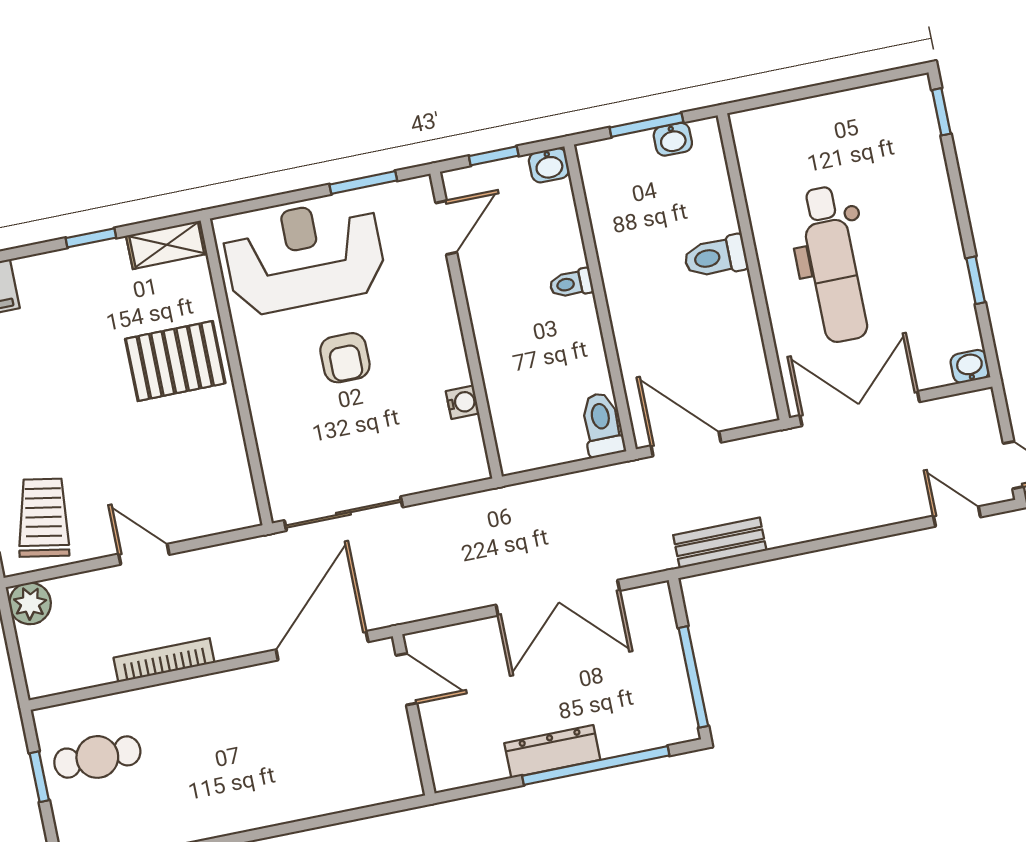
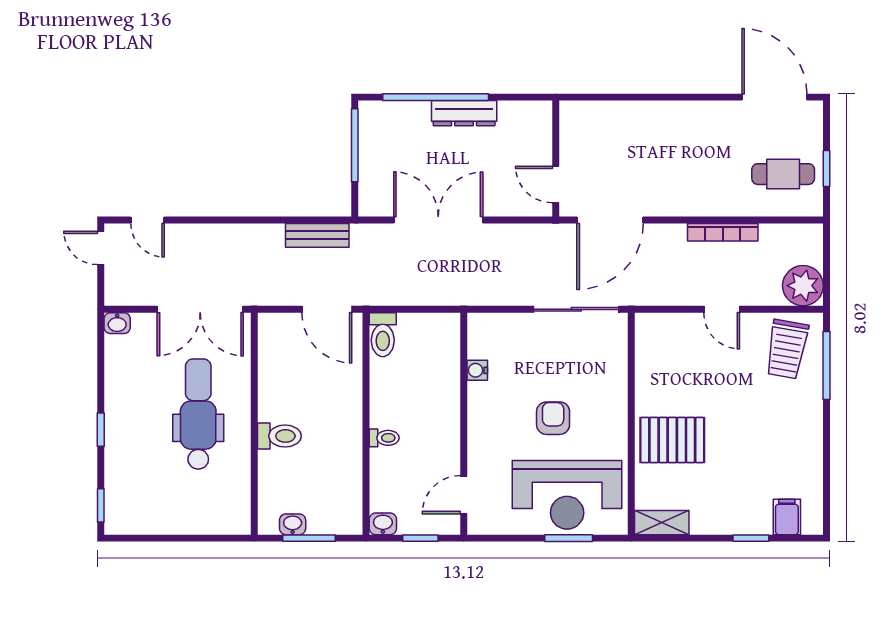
window: (363, 182) -> (569, 538), moved
window: (91, 238) -> (751, 538), moved
window: (976, 280) -> (101, 430), moved
plant: (30, 603) -> (803, 286), width x1.36, depth x1.36

